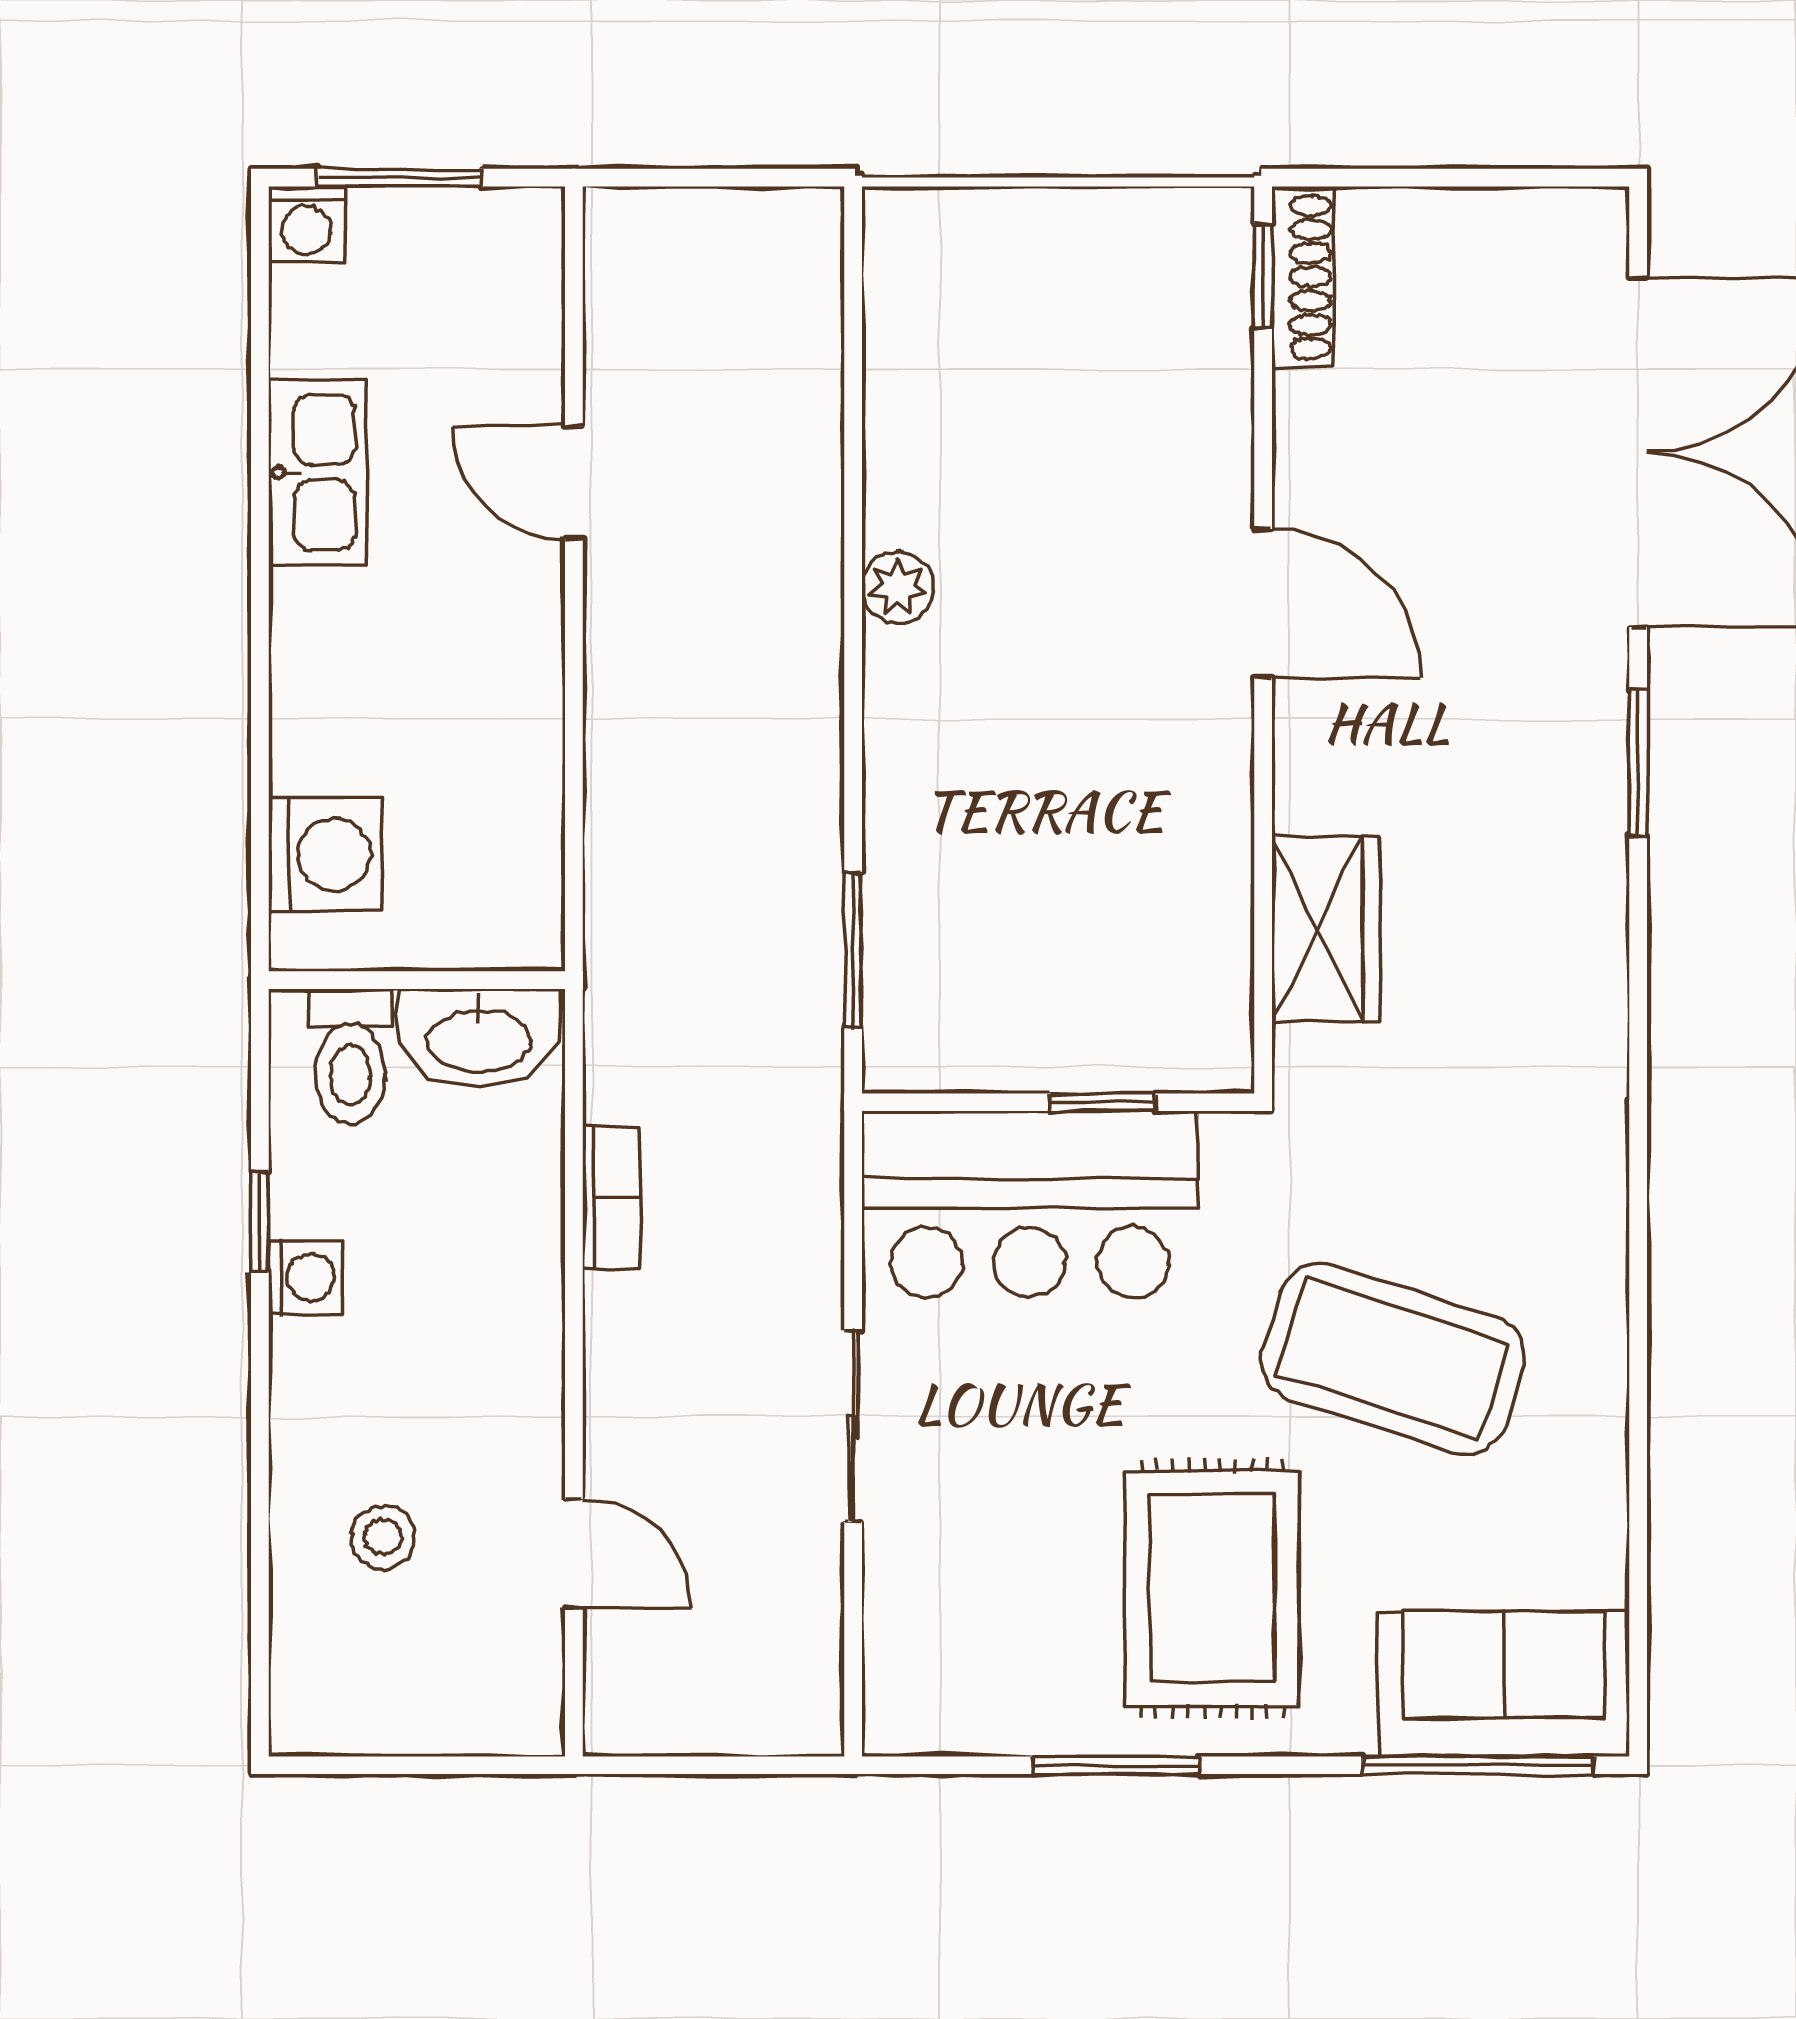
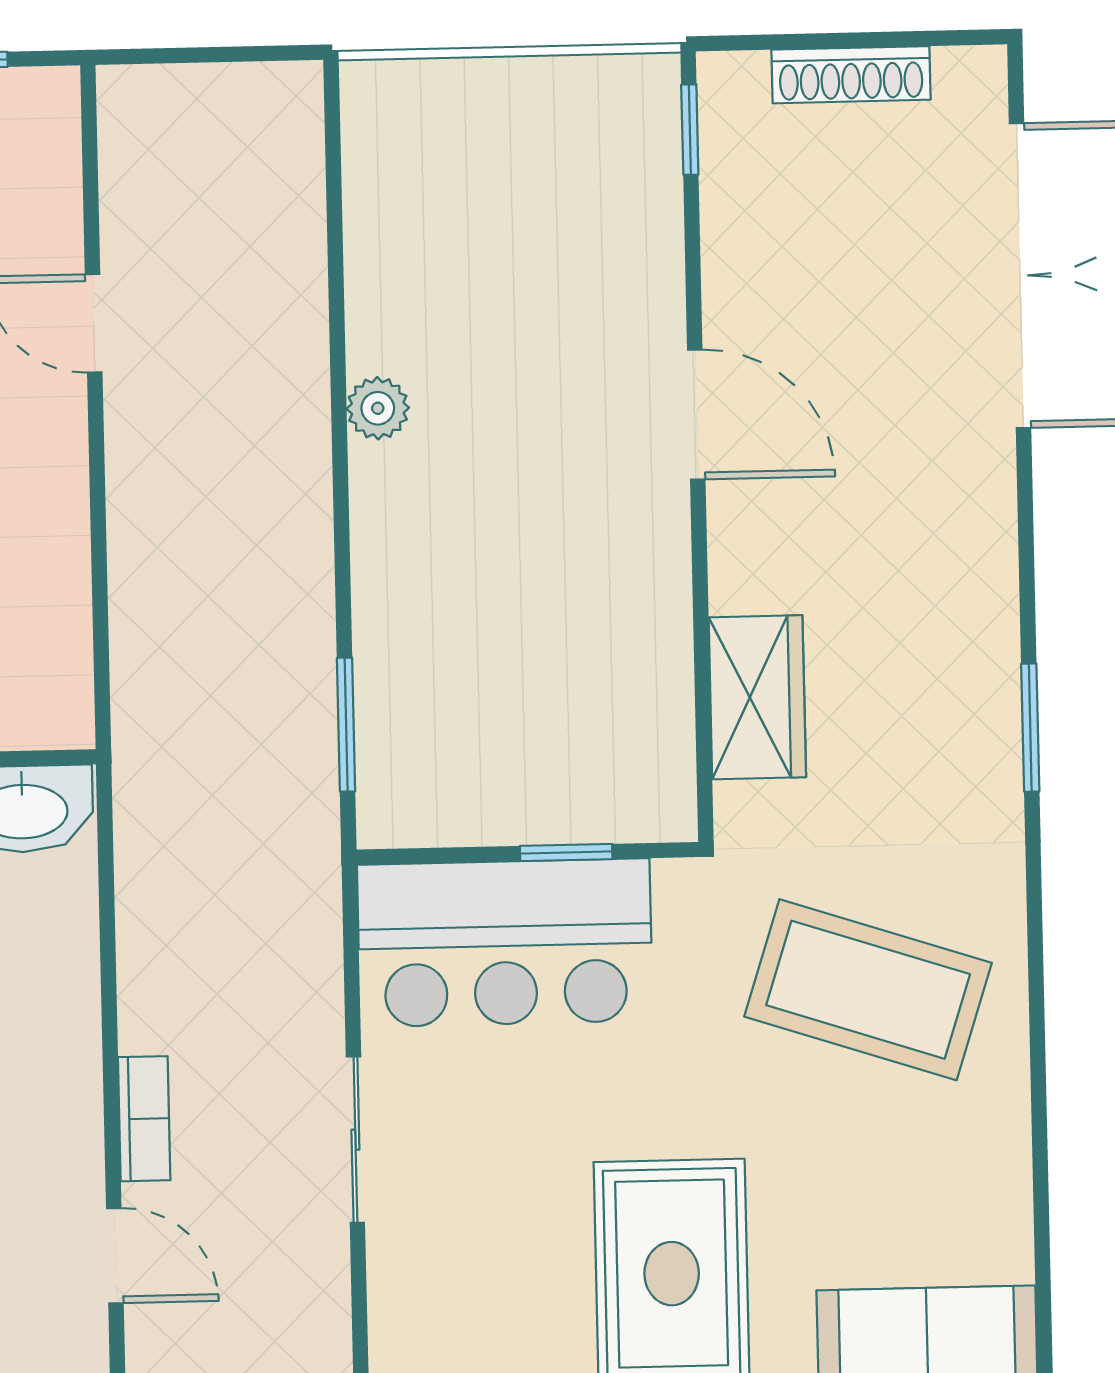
shoe rack: (1303, 277) -> (851, 75), moved, turned 90
window: (1638, 762) -> (1030, 728), moved
bookcase: (611, 1197) -> (144, 1119), moved
coffee table: (1393, 1359) -> (868, 990), moved

